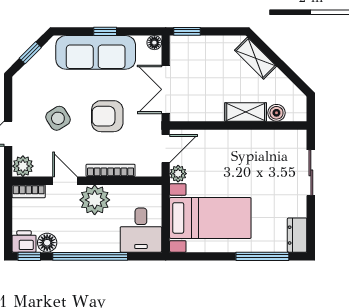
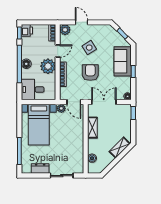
sofa: (96, 52) -> (123, 61), width x0.73
shelving: (246, 112) -> (92, 128), moved
dresser: (297, 235) -> (40, 169), moved
floor lamp: (47, 243) -> (26, 64), moved

